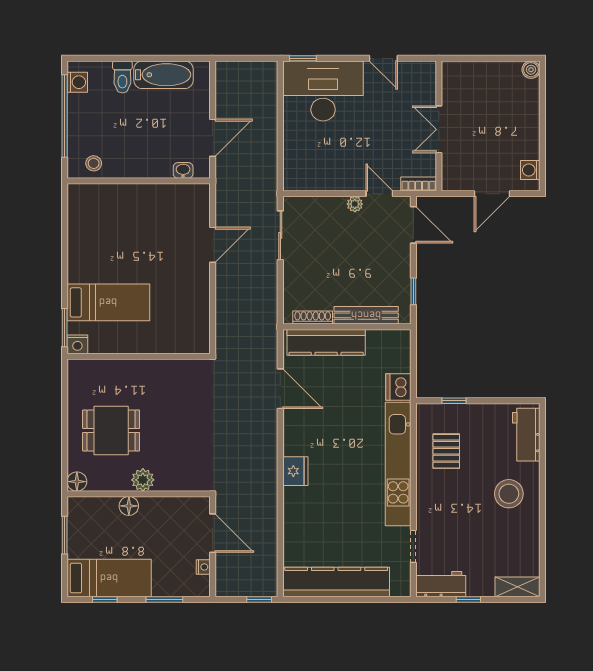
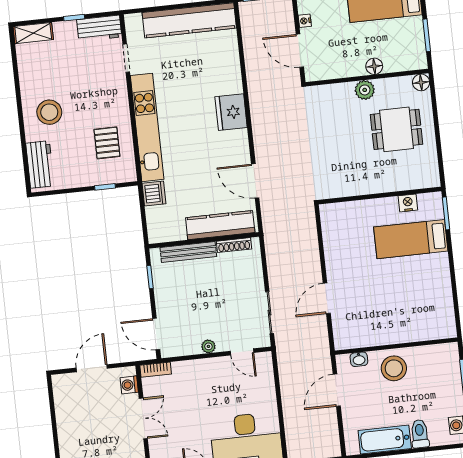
stool: (94, 163) -> (394, 368), moved, width x1.89, depth x1.89
washing machine: (530, 170) -> (129, 385), moved, turned 180
door: (379, 194) -> (242, 352), moved
nightstand: (77, 344) -> (408, 203), moved
fridge: (295, 471) -> (231, 112), width x1.36, depth x1.34

